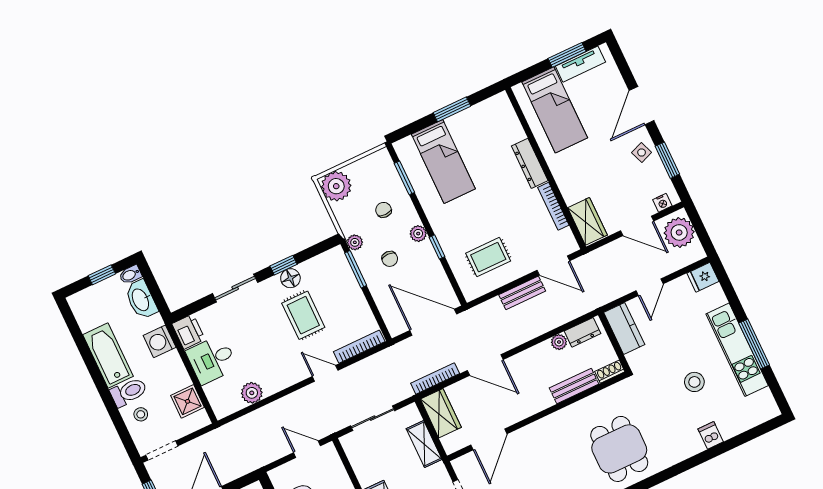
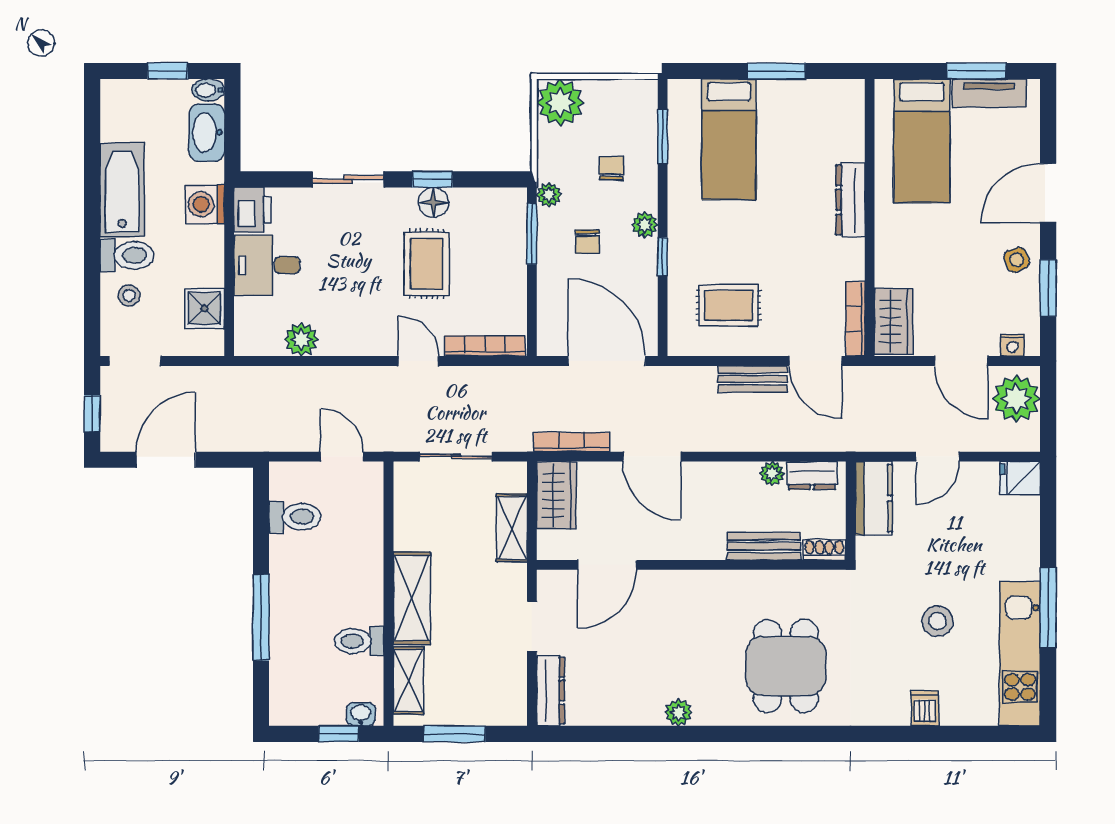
bookcase: (553, 206) -> (855, 319), moved
kitchen unit: (737, 350) -> (1020, 654), moved

